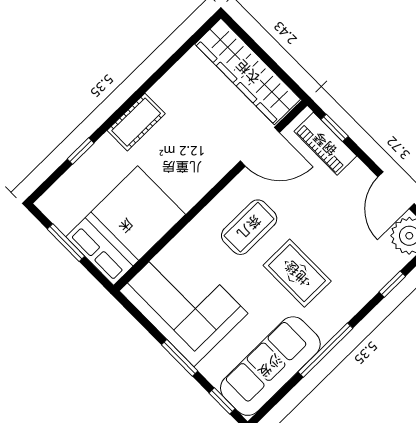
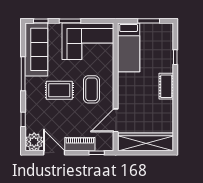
piano: (325, 144) -> (80, 144), moved
bed: (126, 226) -> (129, 47), width x0.67

